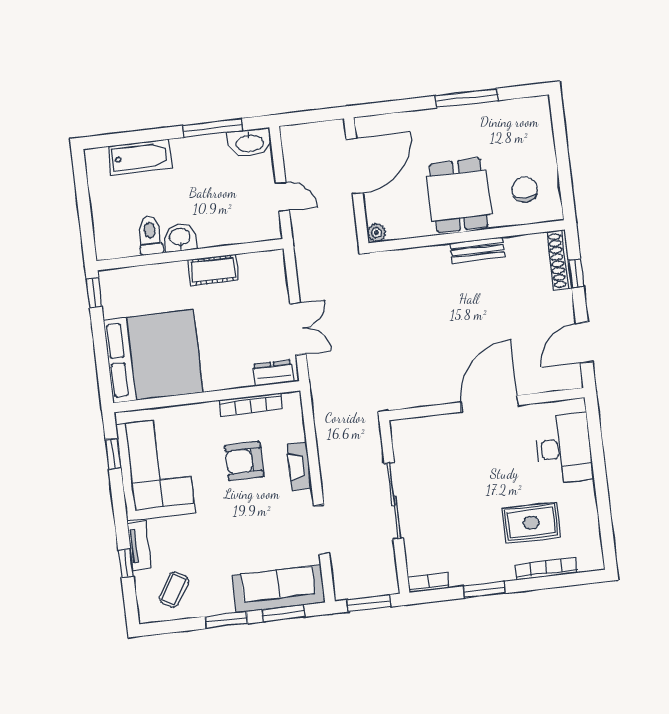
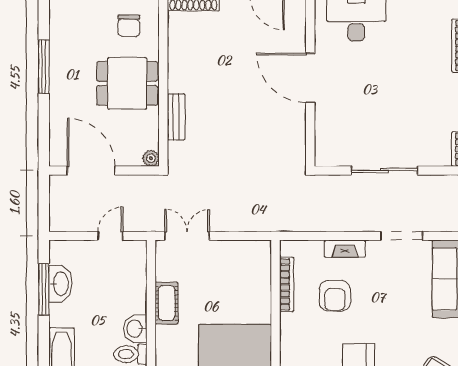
washbasin: (250, 143) -> (60, 284), moved
chair: (525, 190) -> (129, 26), turned -90
bench: (478, 250) -> (176, 117), moved
double door: (298, 329) -> (187, 236), moved
dresser: (273, 373) -> (262, 262), removed
rug: (531, 523) -> (417, 54), removed

